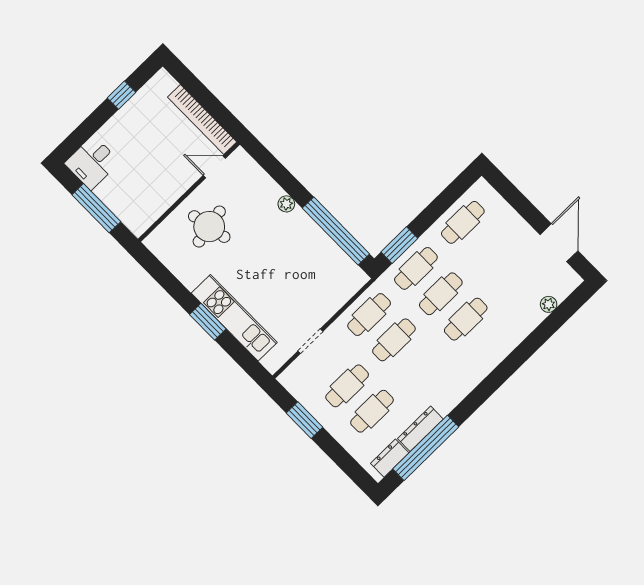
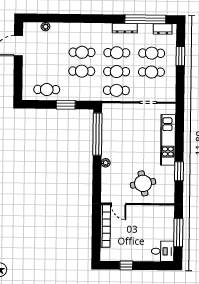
window: (399, 245) -> (66, 105), moved
cafe table: (416, 268) -> (117, 53), moved
window: (208, 322) -> (179, 171), moved
window: (305, 420) -> (180, 56), moved
dresser: (420, 429) -> (125, 28), moved

